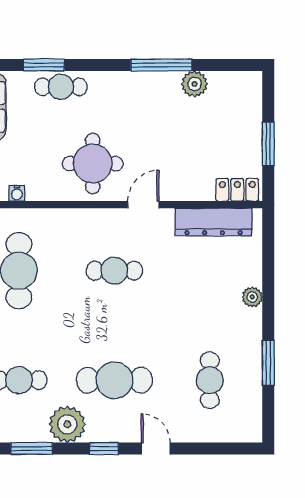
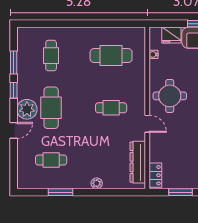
cafe table: (114, 271) -> (111, 108), turned 90
plant: (67, 424) -> (27, 109), moved
window: (104, 449) -> (14, 90), moved

